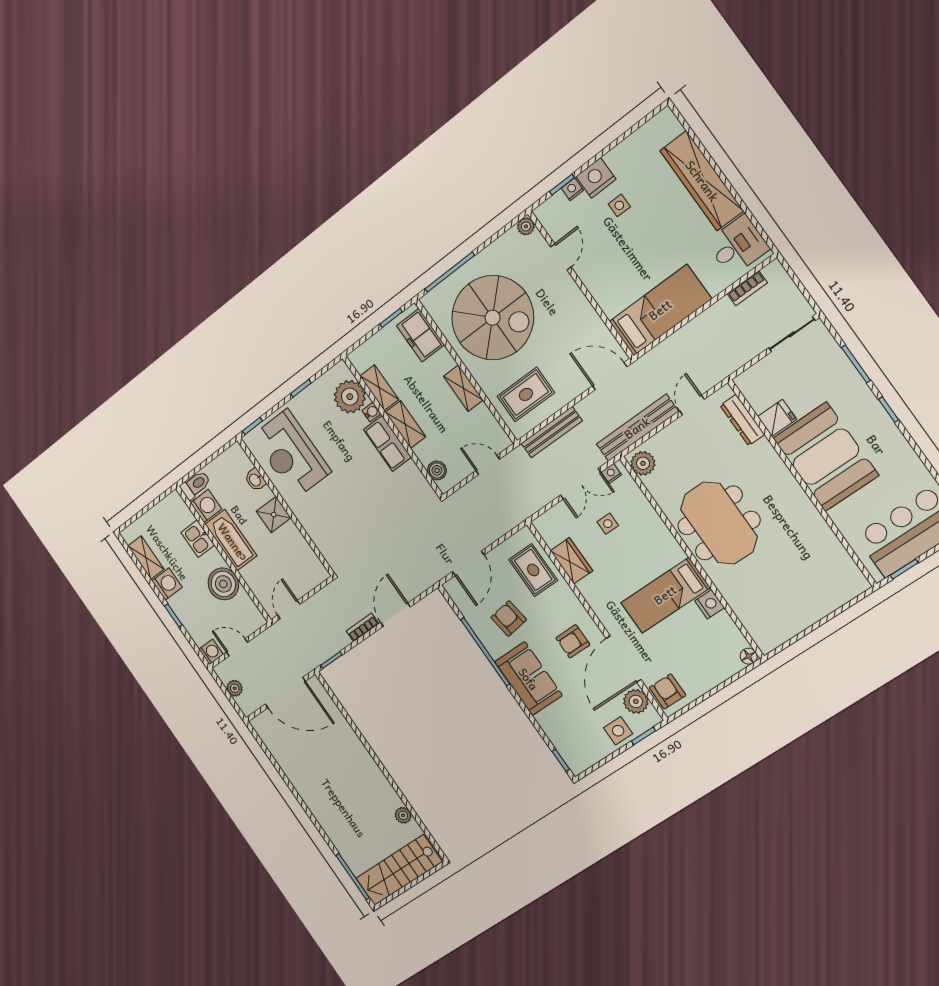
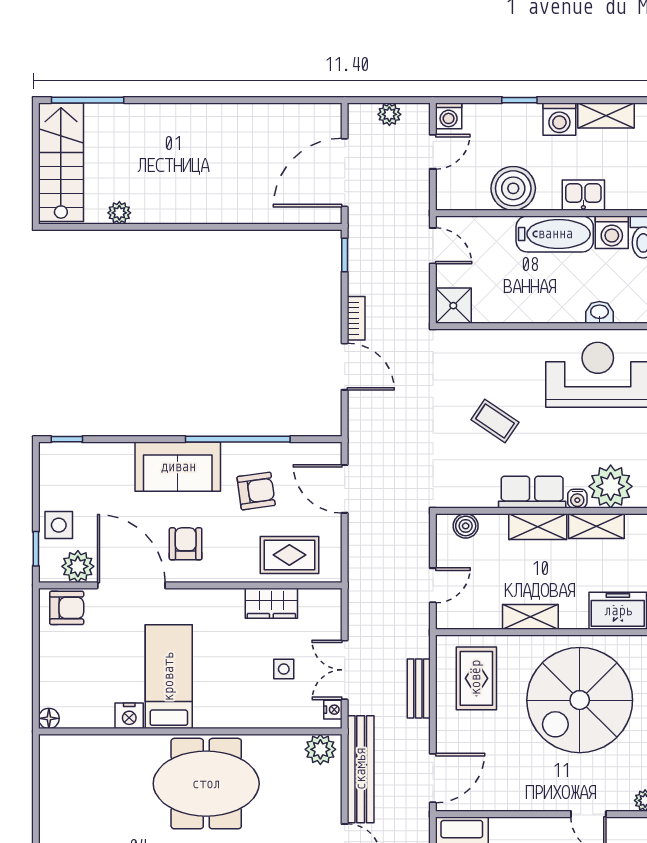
bench: (552, 432) -> (419, 688), width x0.73
coffee table: (362, 498) -> (495, 421), added
shower: (274, 515) -> (453, 306), moved

